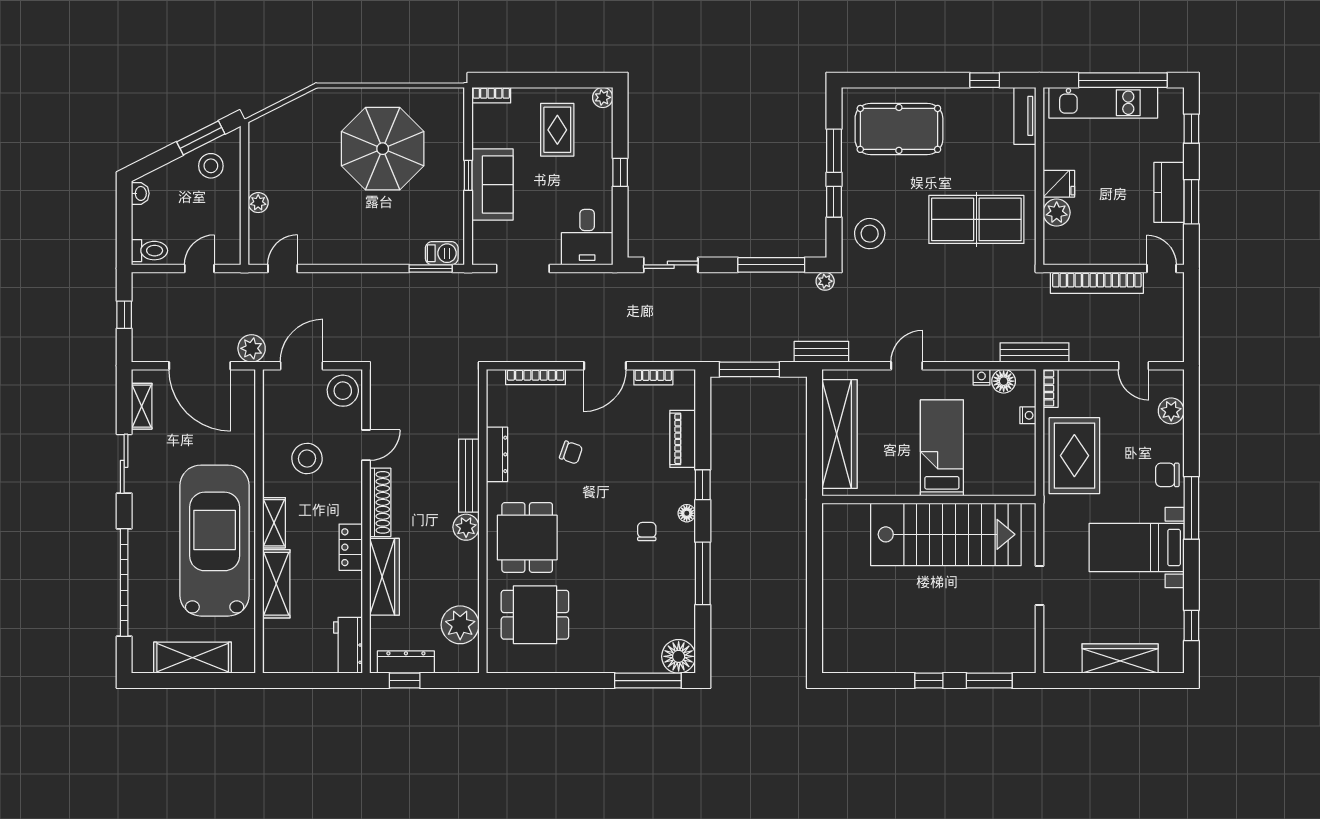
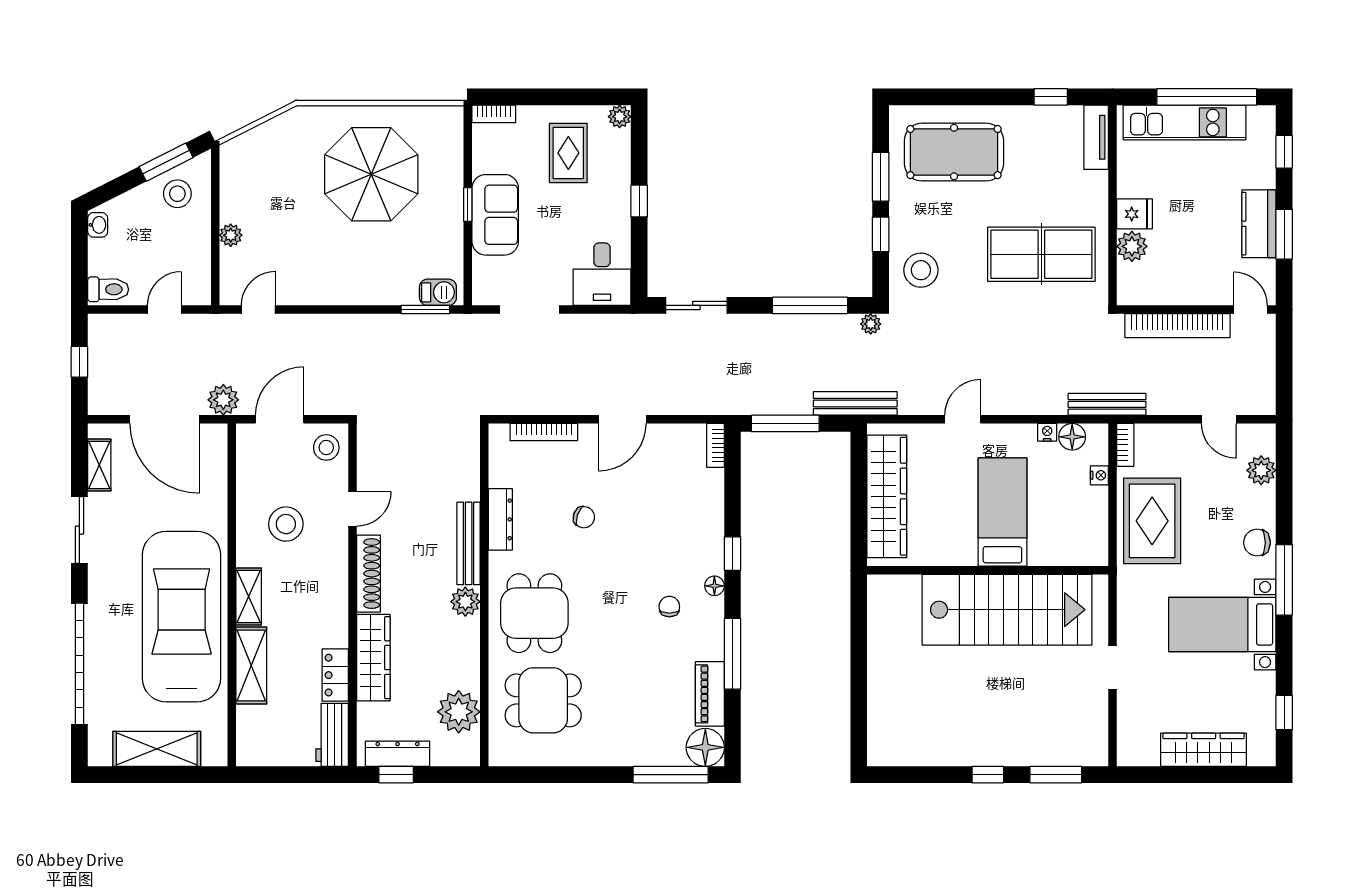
bench: (821, 352) -> (855, 403), width x1.36
bookcase: (653, 377) -> (715, 445), moved, turned 90
stool: (343, 391) -> (326, 447), width x0.73, depth x0.73
piano: (683, 439) -> (710, 694), moved
locker: (351, 547) -> (335, 675), moved

